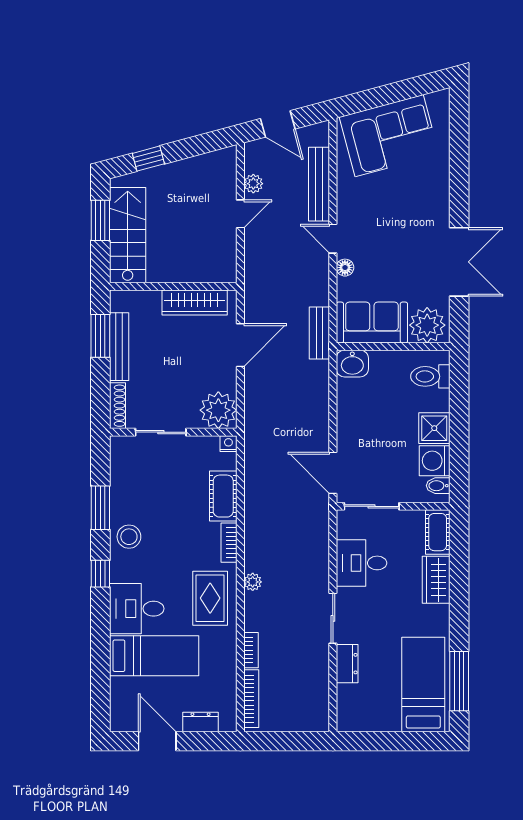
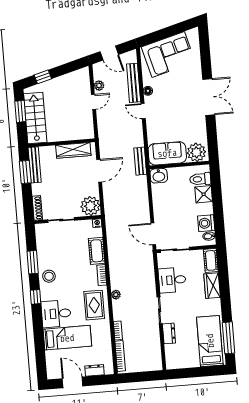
double door: (459, 262) -> (209, 97), moved
floor lamp: (345, 268) -> (148, 91), moved
bench: (119, 347) -> (35, 165), moved
shower: (434, 428) -> (204, 194), moved

